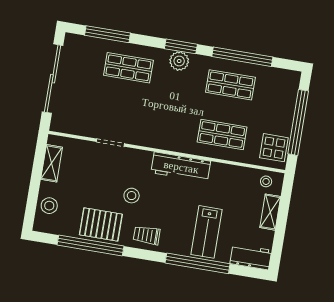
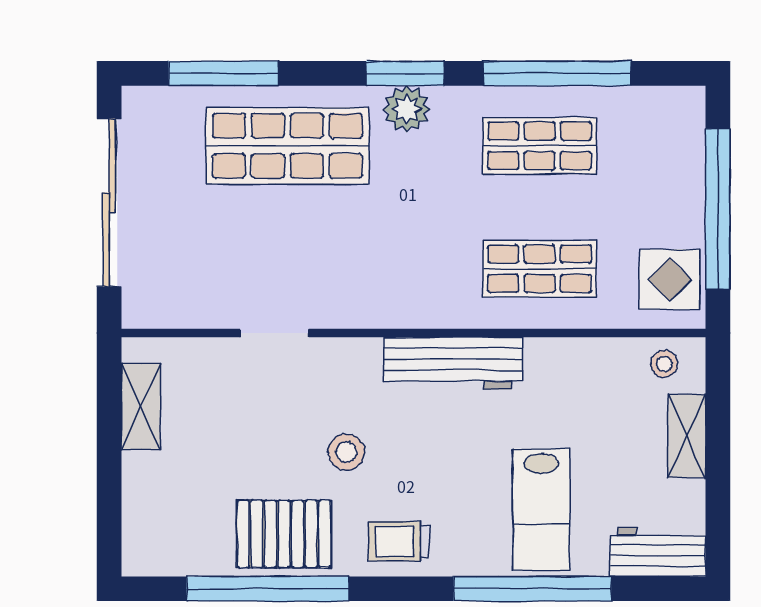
shop shelf: (128, 68) -> (287, 146), width x1.43, depth x1.36
stool: (49, 206) -> (152, 509), removed

